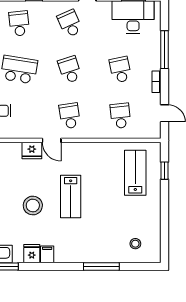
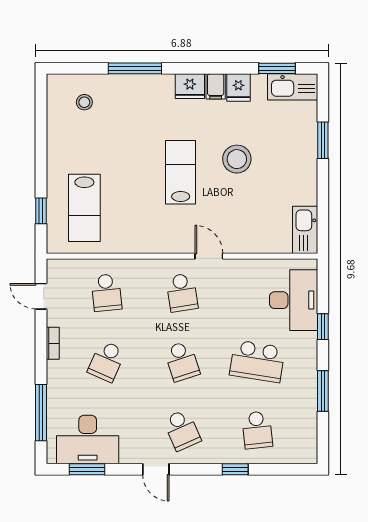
window: (164, 50) -> (41, 413), moved
school desk: (120, 70) -> (107, 361), turned 36
fridge: (32, 150) -> (190, 86), moved, turned 180

